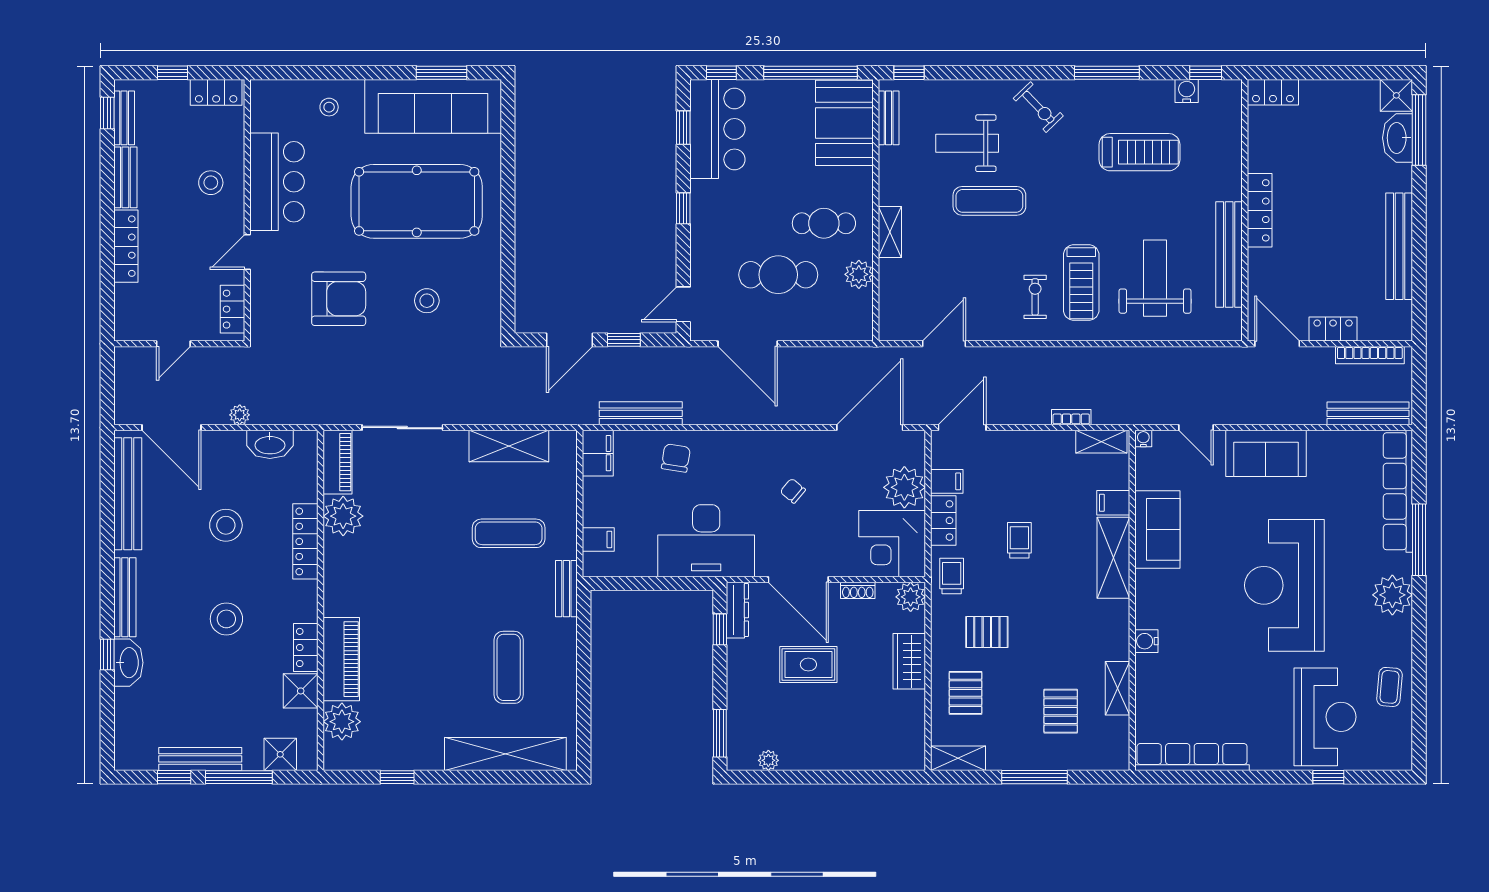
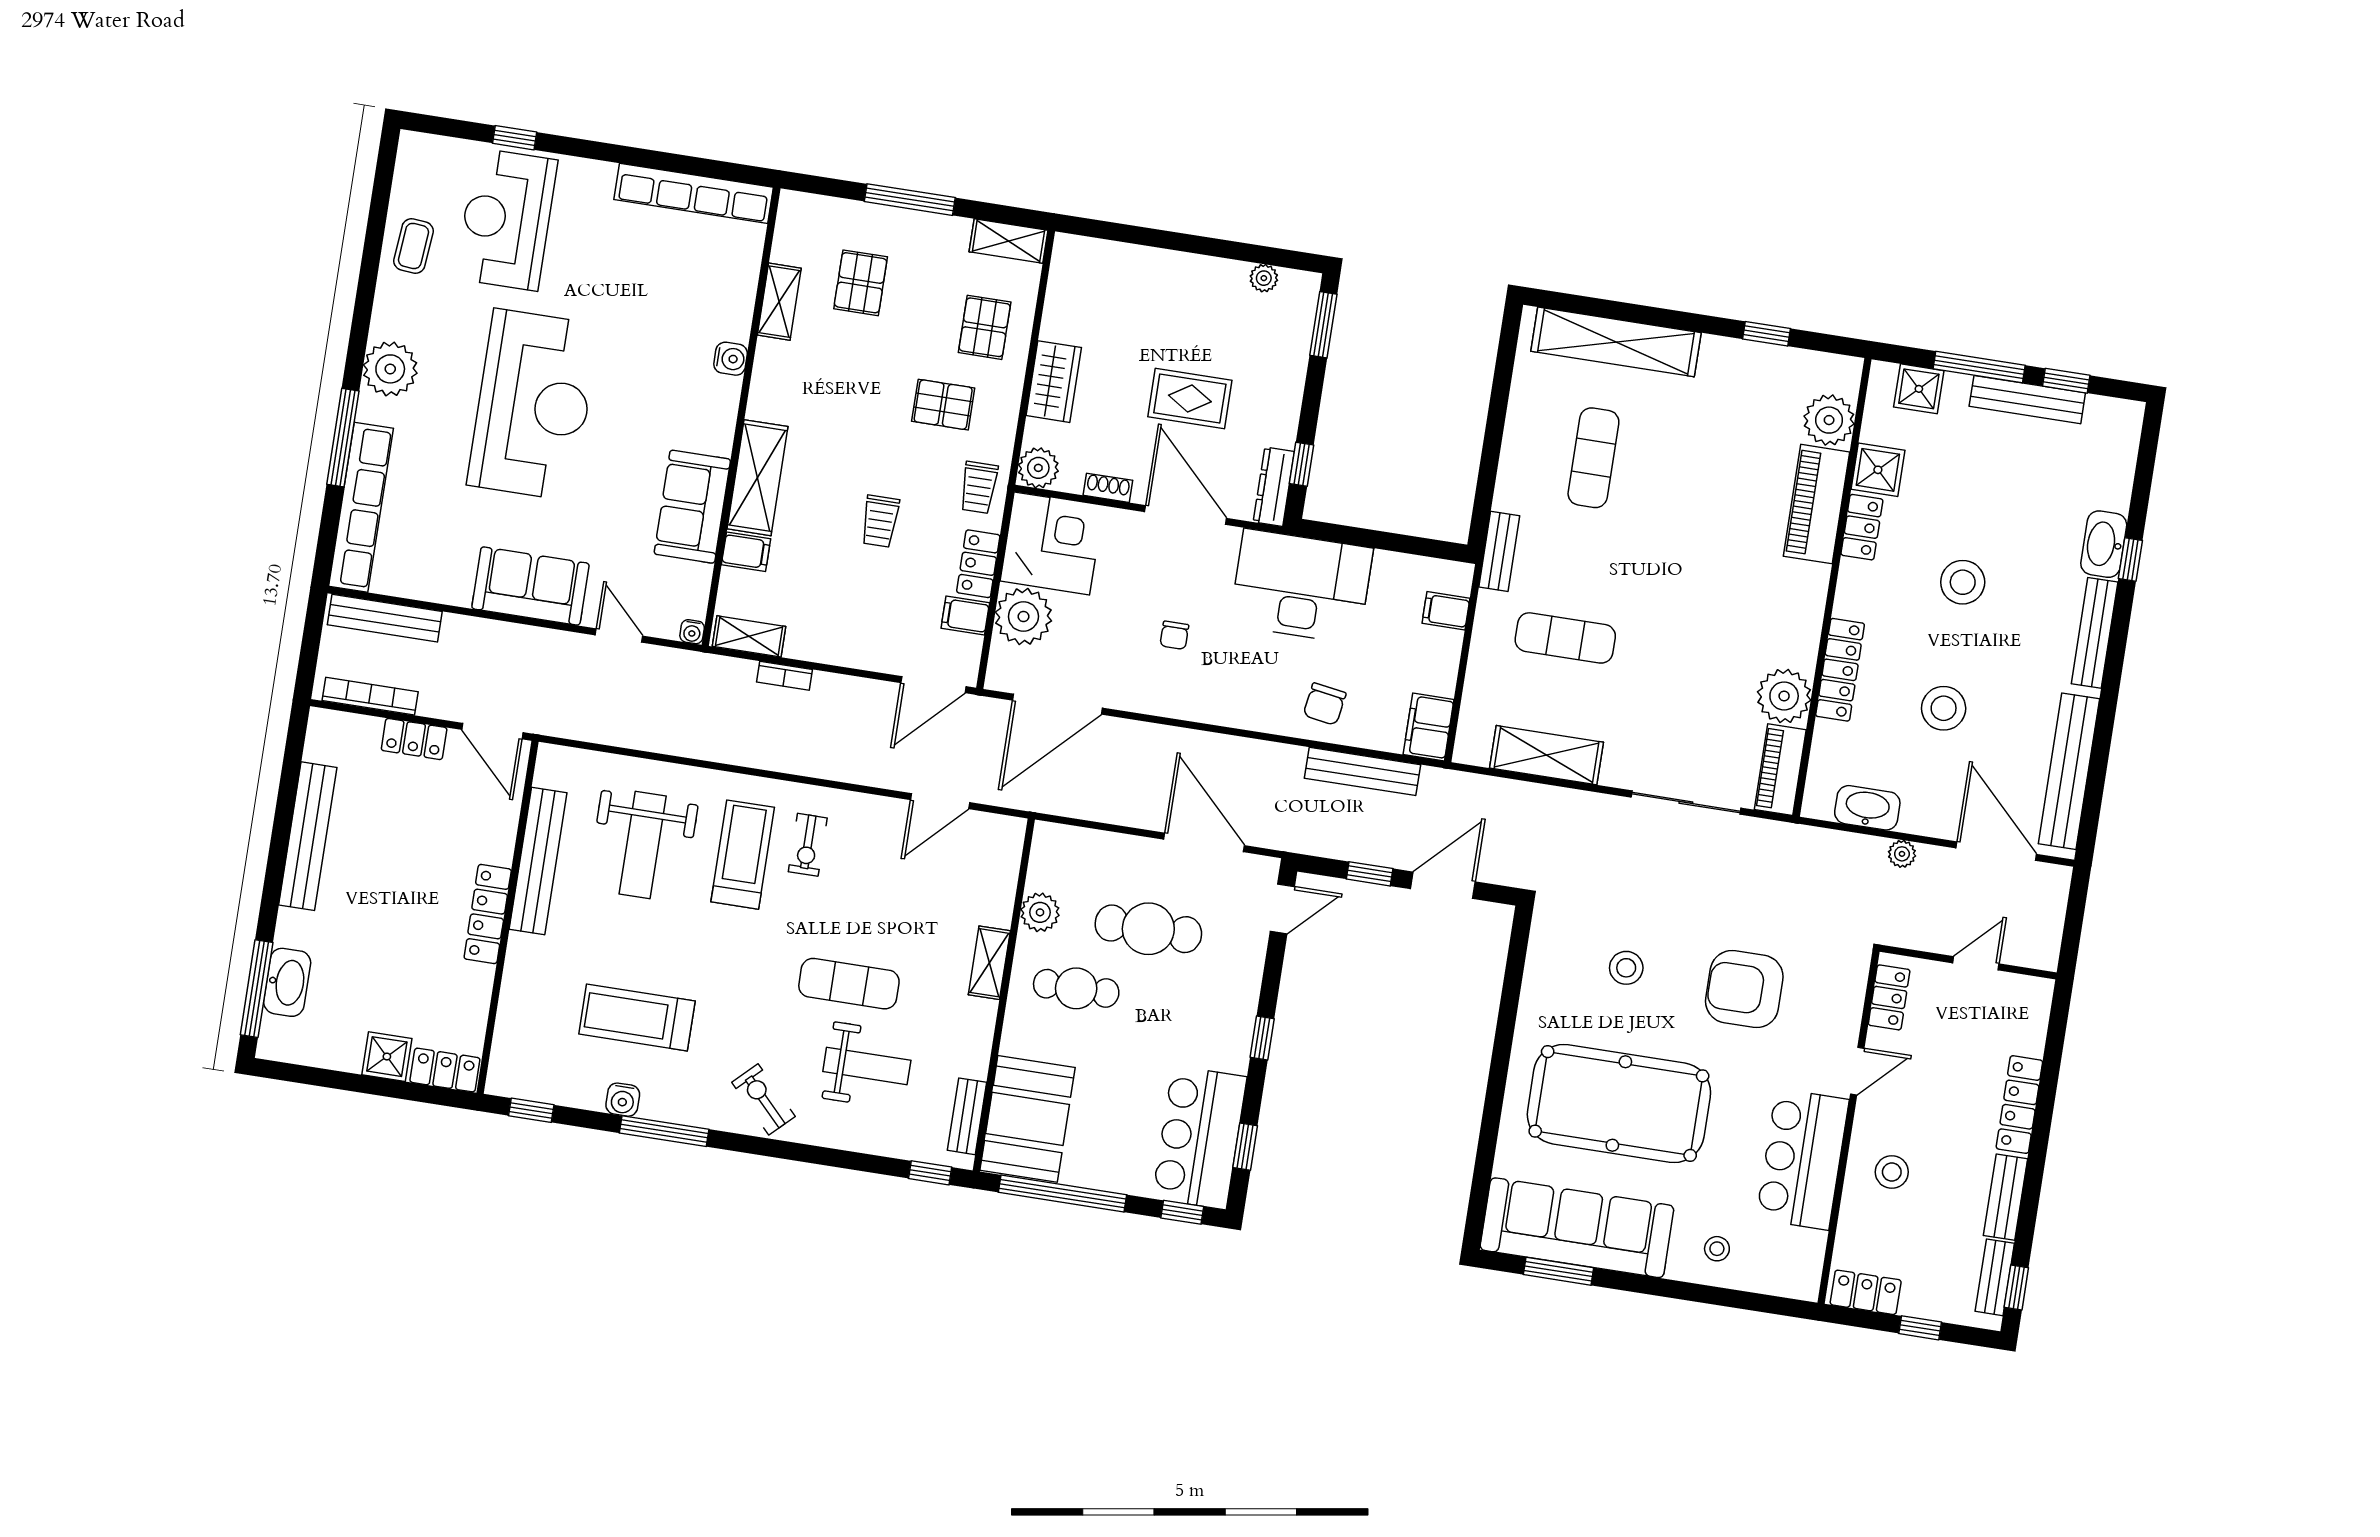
water cooler: (1187, 91) -> (623, 1100), moved
shower: (1396, 95) -> (387, 1057), moved
chair: (793, 491) -> (1174, 635), turned 50

